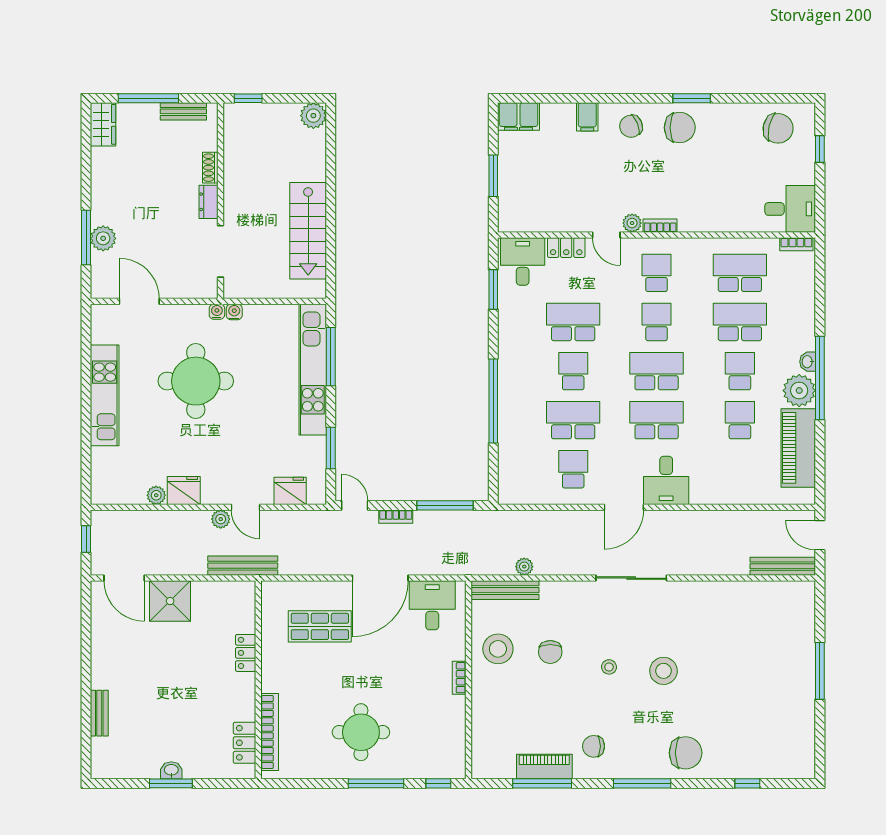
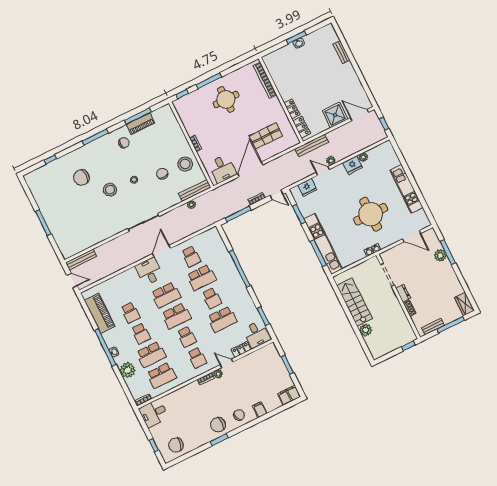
plant: (313, 116) -> (366, 330), moved
plant: (799, 391) -> (127, 370), moved
locker: (244, 743) -> (302, 127), moved
chair: (686, 753) -> (81, 177), moved

